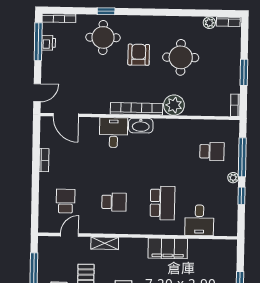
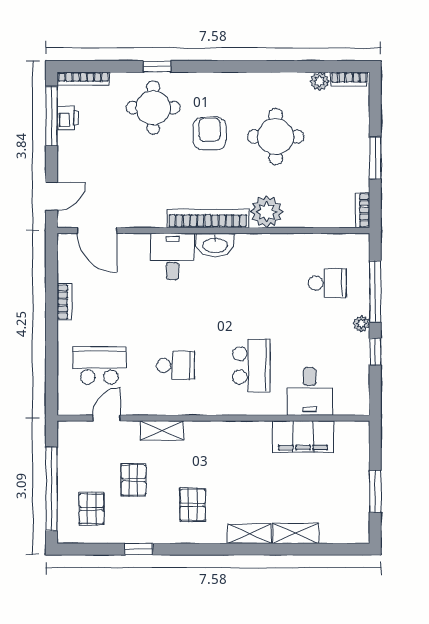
school desk: (66, 201) -> (99, 365), width x1.85
filing cabinet: (168, 248) -> (303, 437), moved

